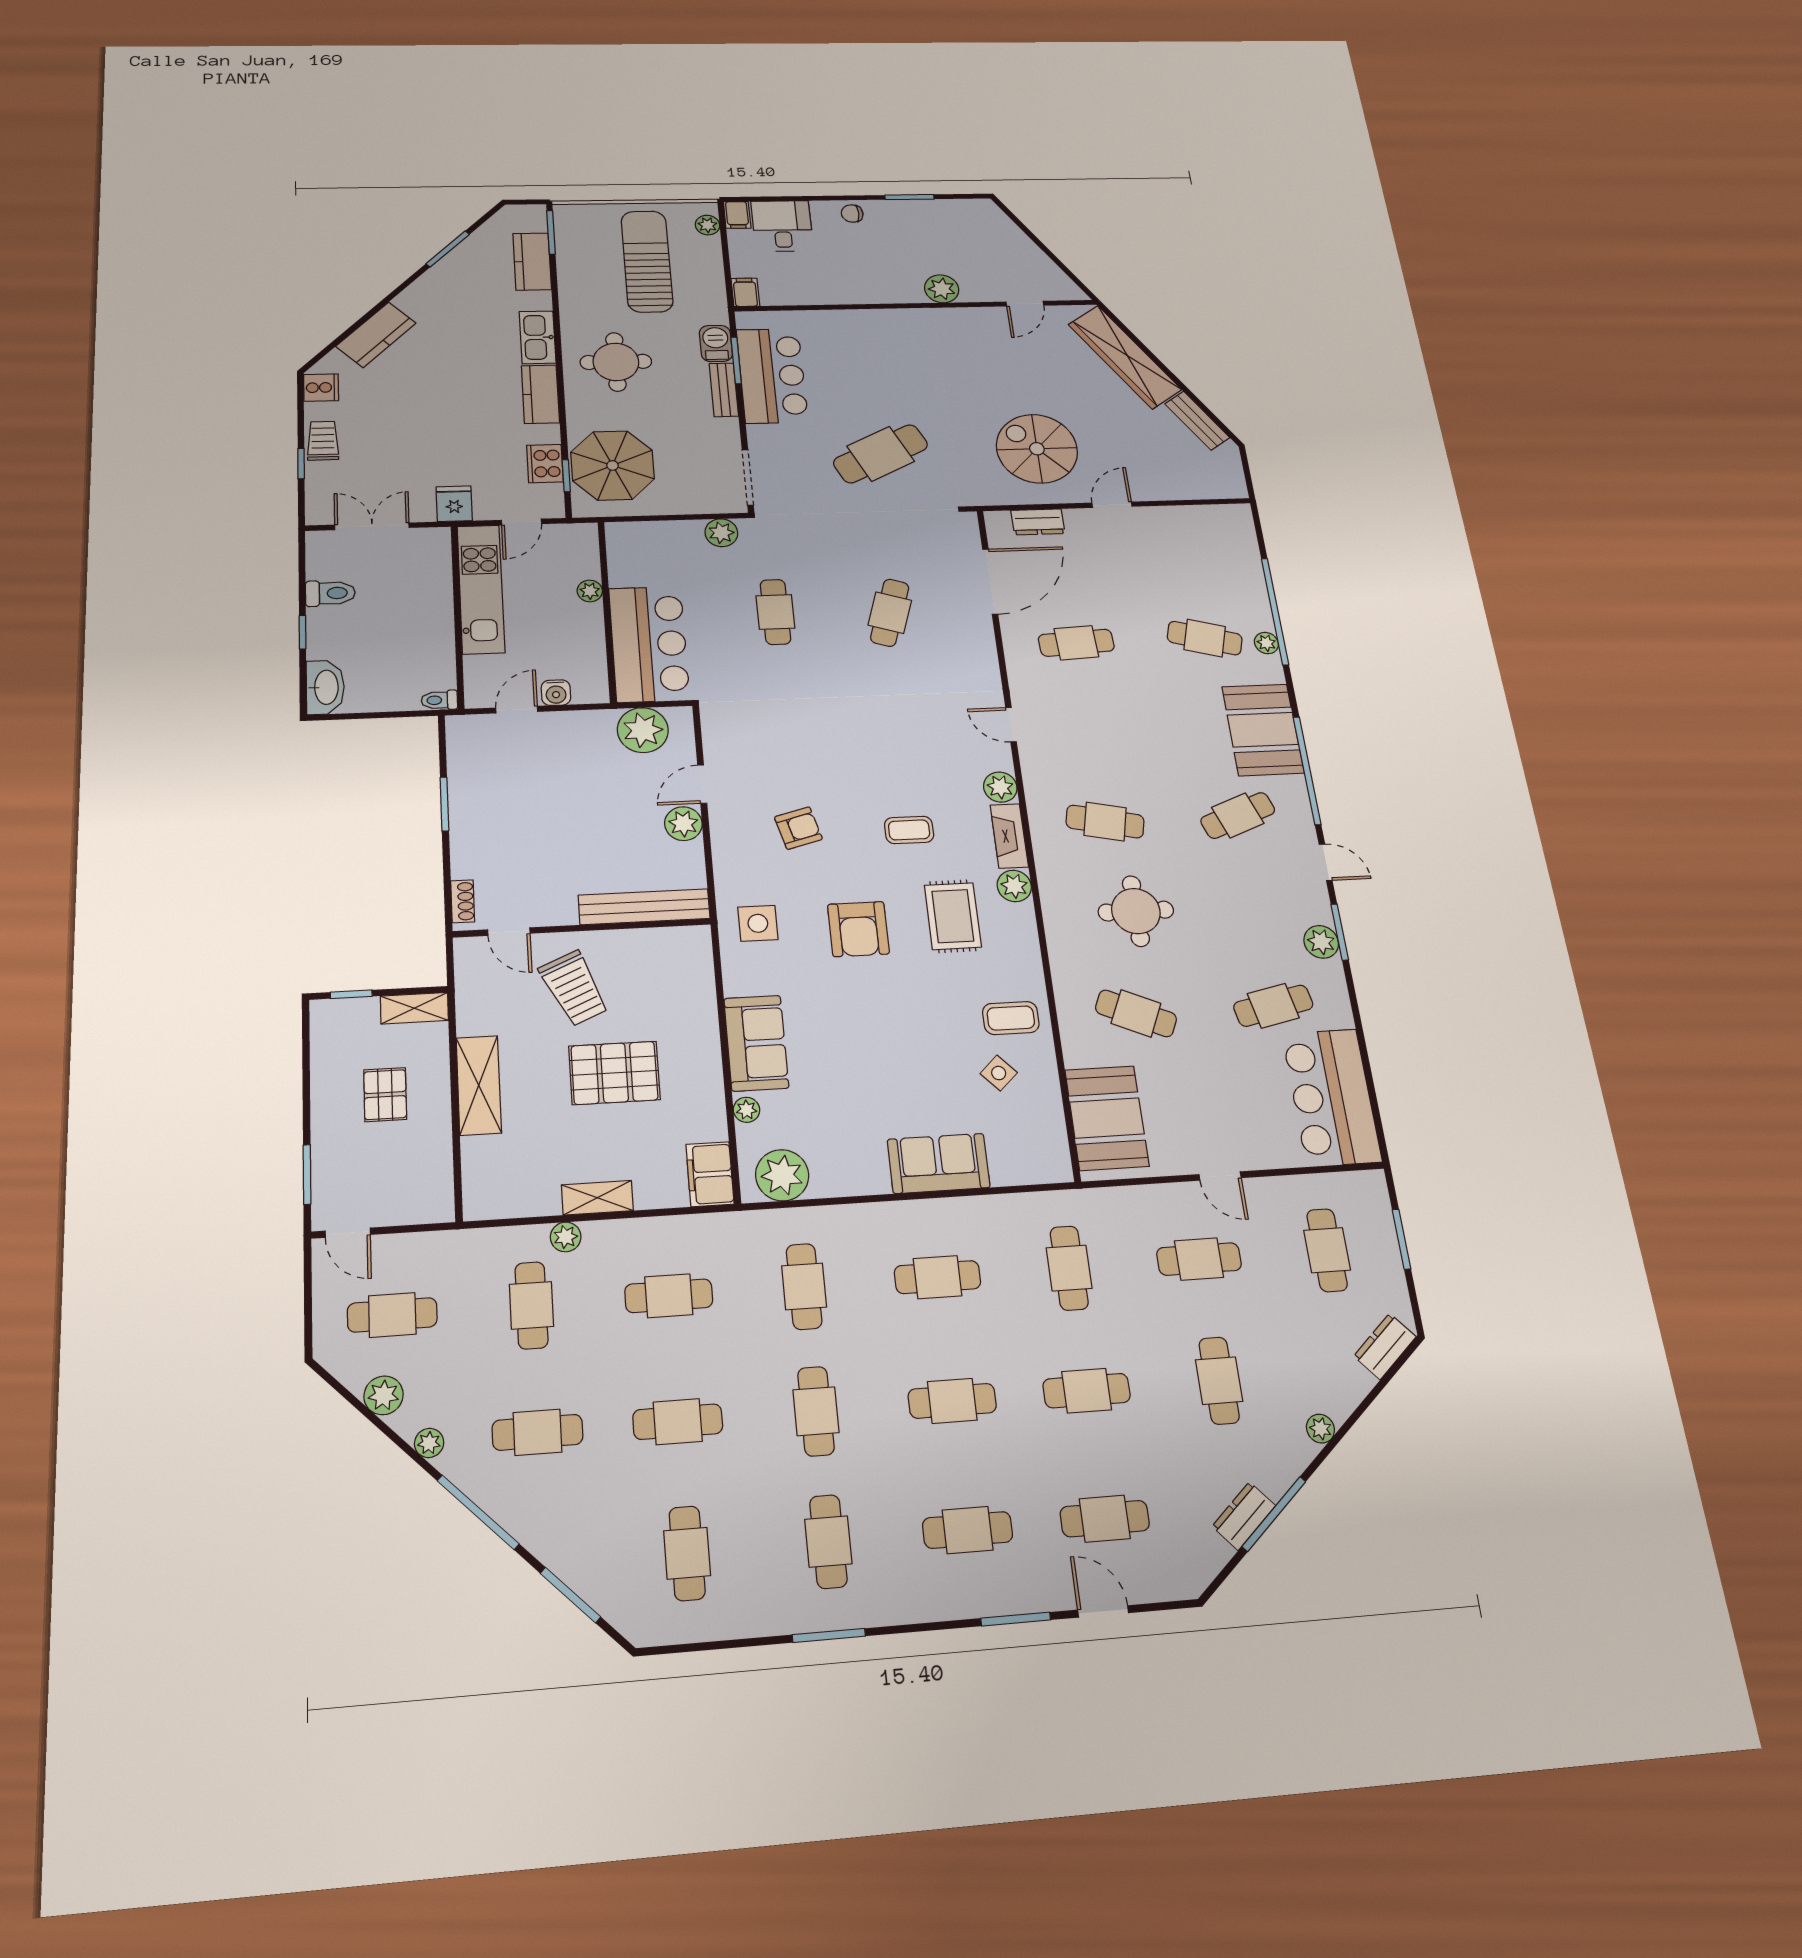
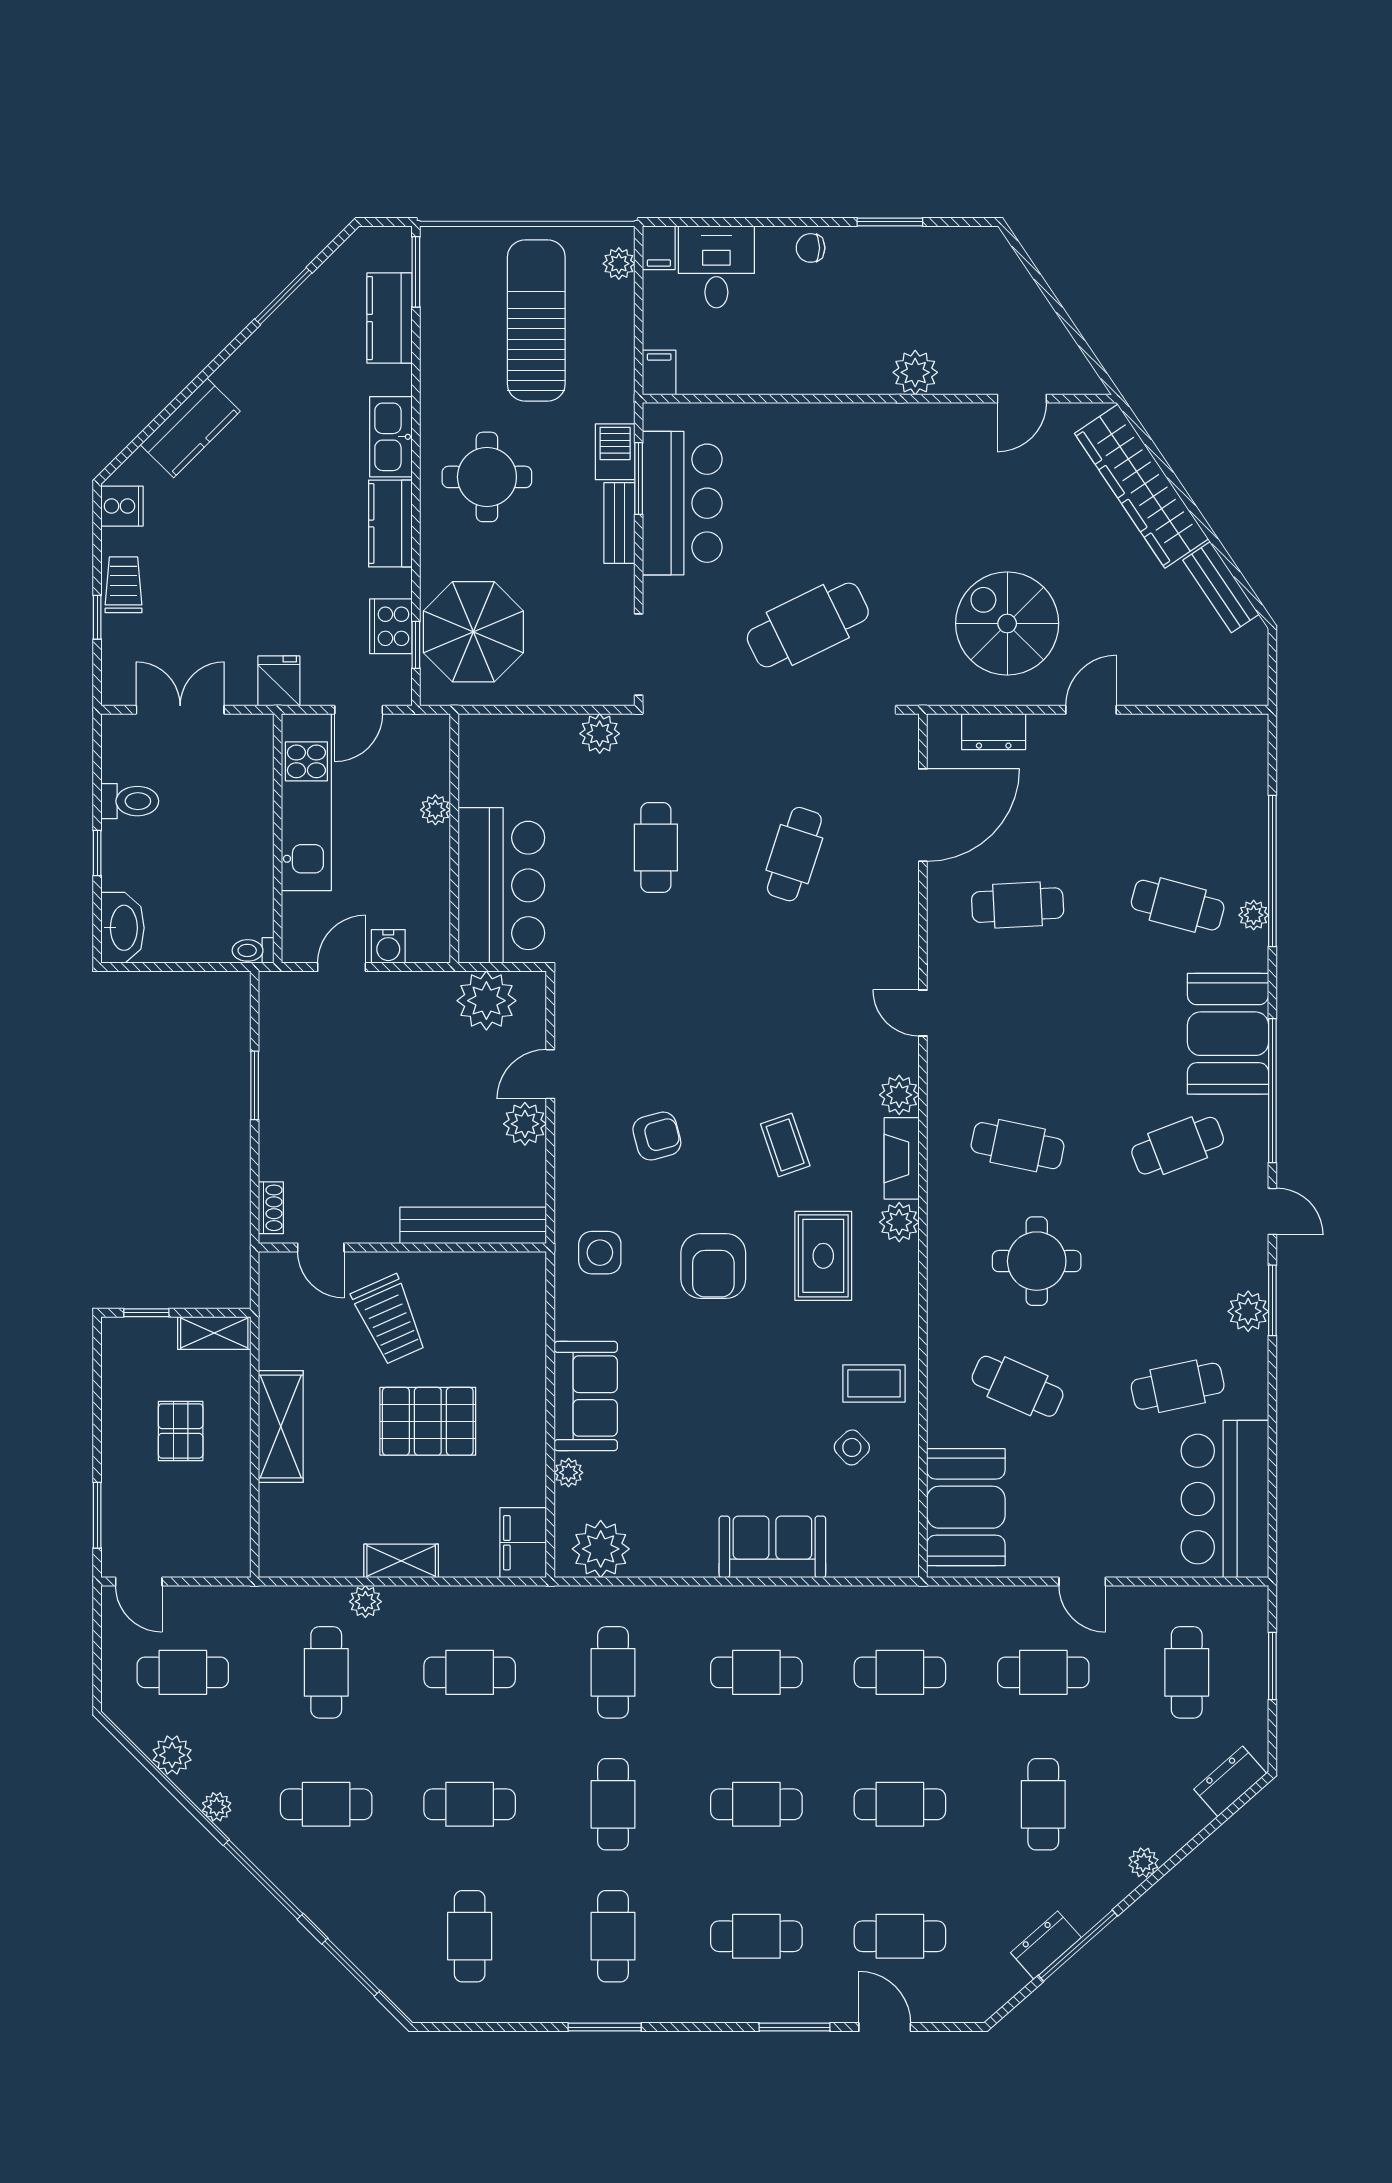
coffee table: (909, 830) -> (785, 1145), turned 71
cafe table: (1069, 1268) -> (900, 1672), turned 90

